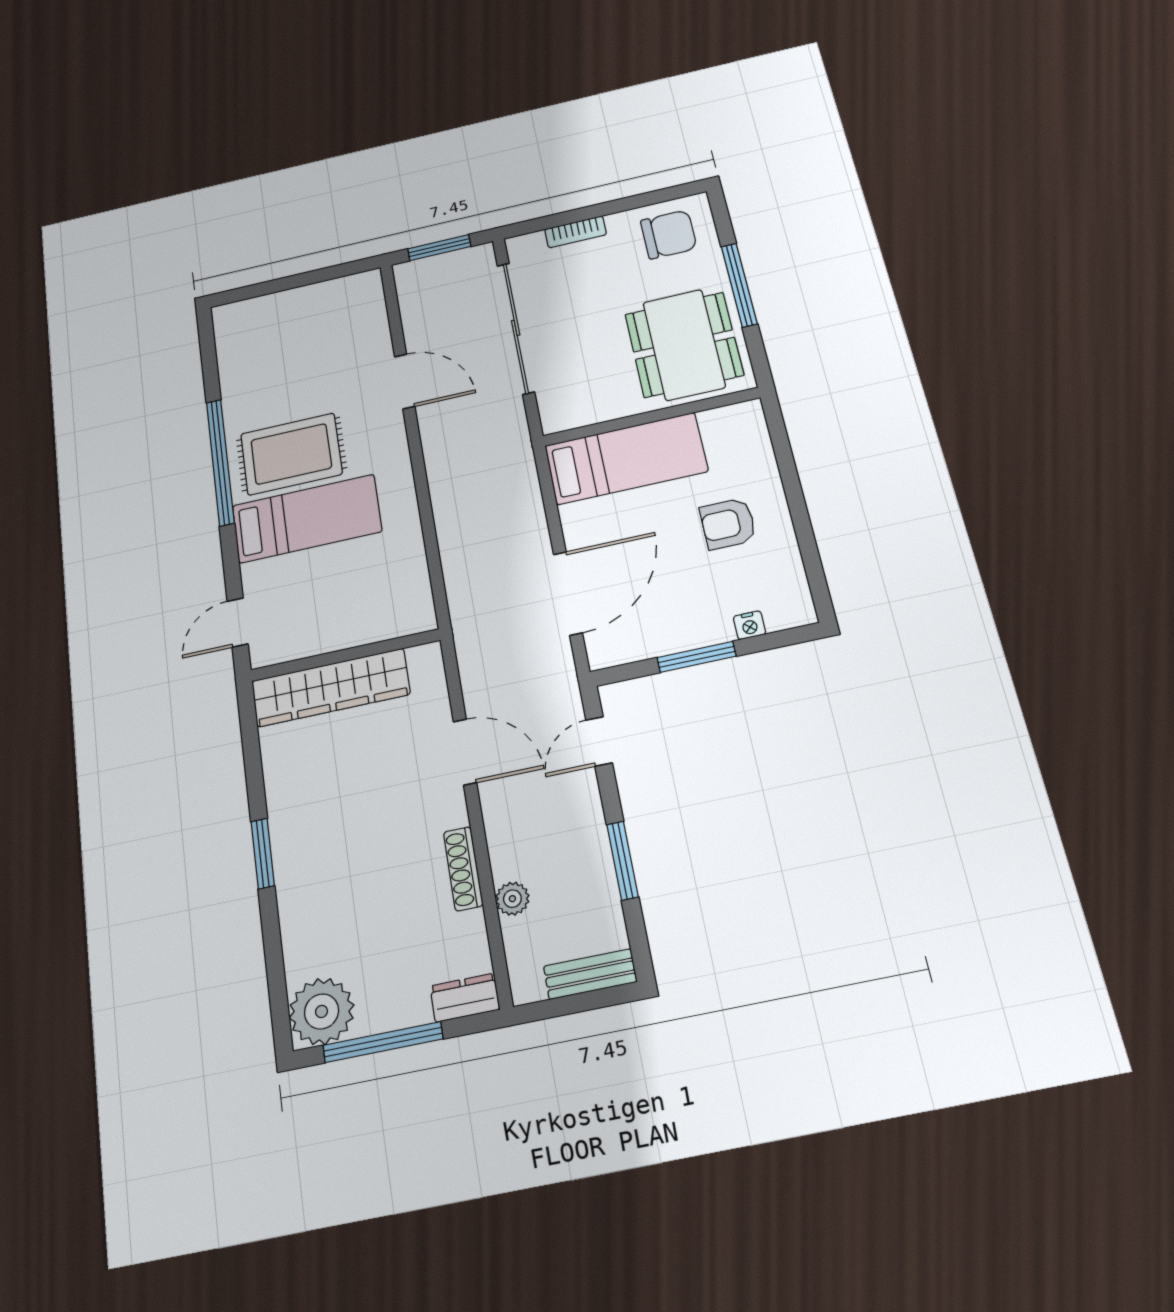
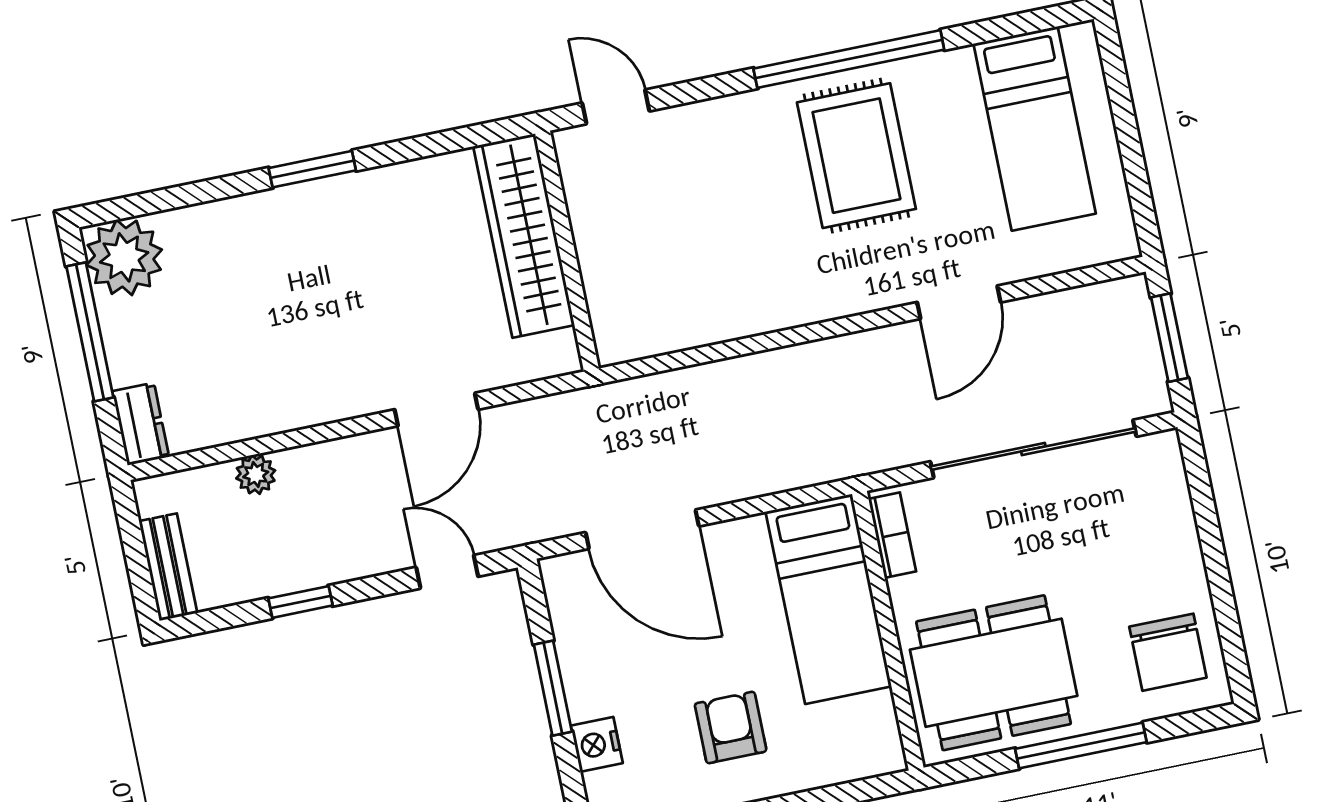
bookcase: (576, 232) -> (892, 535), moved, turned 180
bed: (307, 519) -> (1035, 129), moved
nightstand: (750, 625) -> (597, 744), width x1.39, depth x1.35
window: (623, 860) -> (300, 602), width x0.67
shoe rack: (463, 869) -> (292, 415), removed

